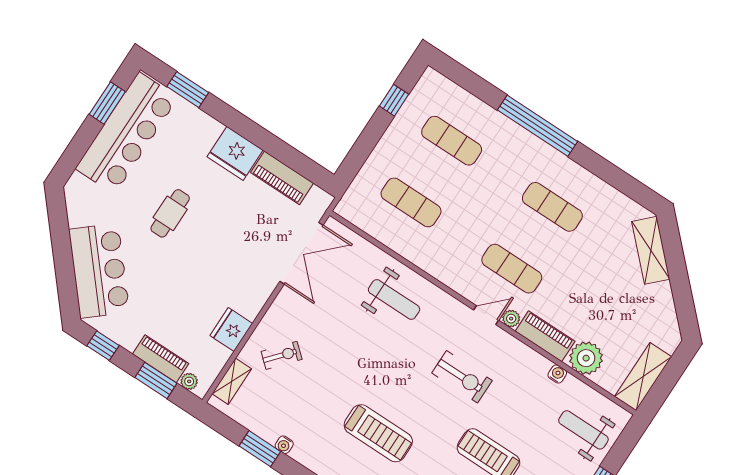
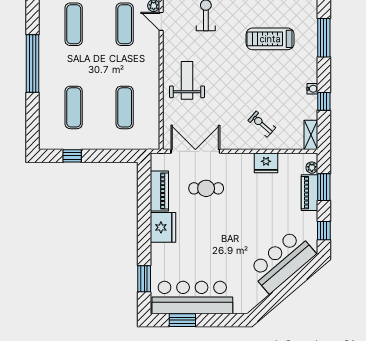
cafe table: (170, 213) -> (206, 188), moved
shelving: (232, 381) -> (311, 135), moved, turned 90
treadmill: (378, 433) -> (270, 39), turned -90
window: (260, 449) -> (324, 101), width x0.67

